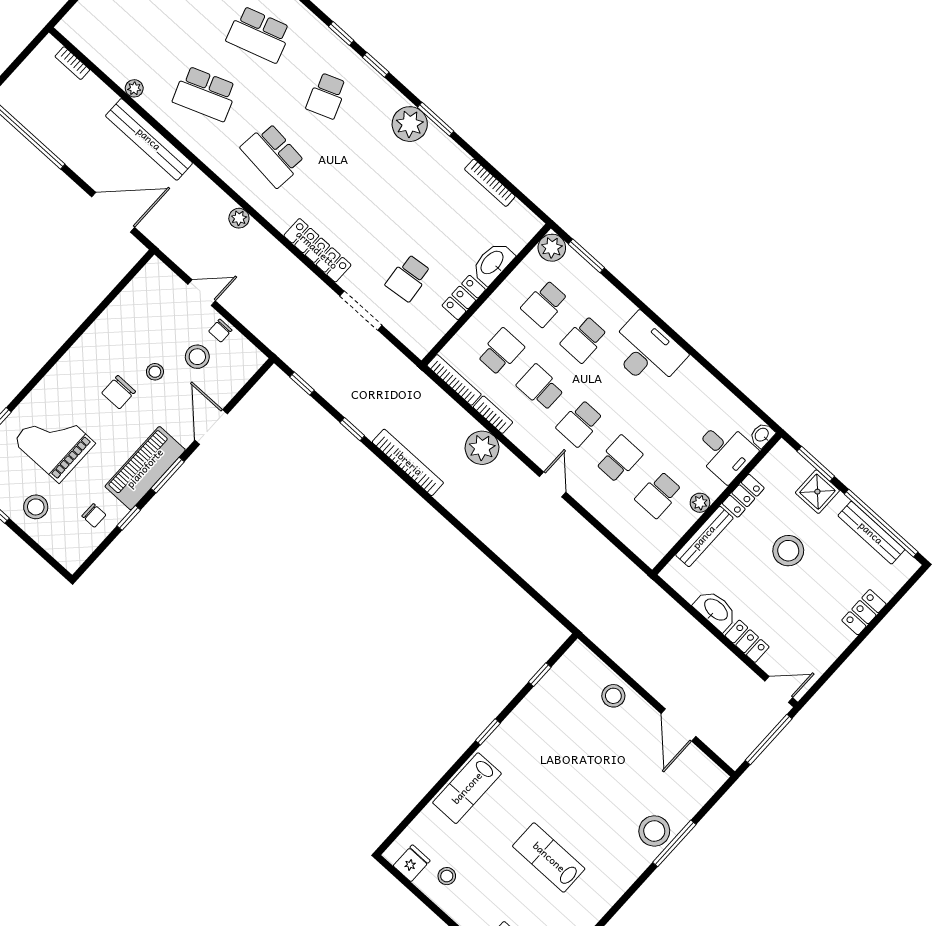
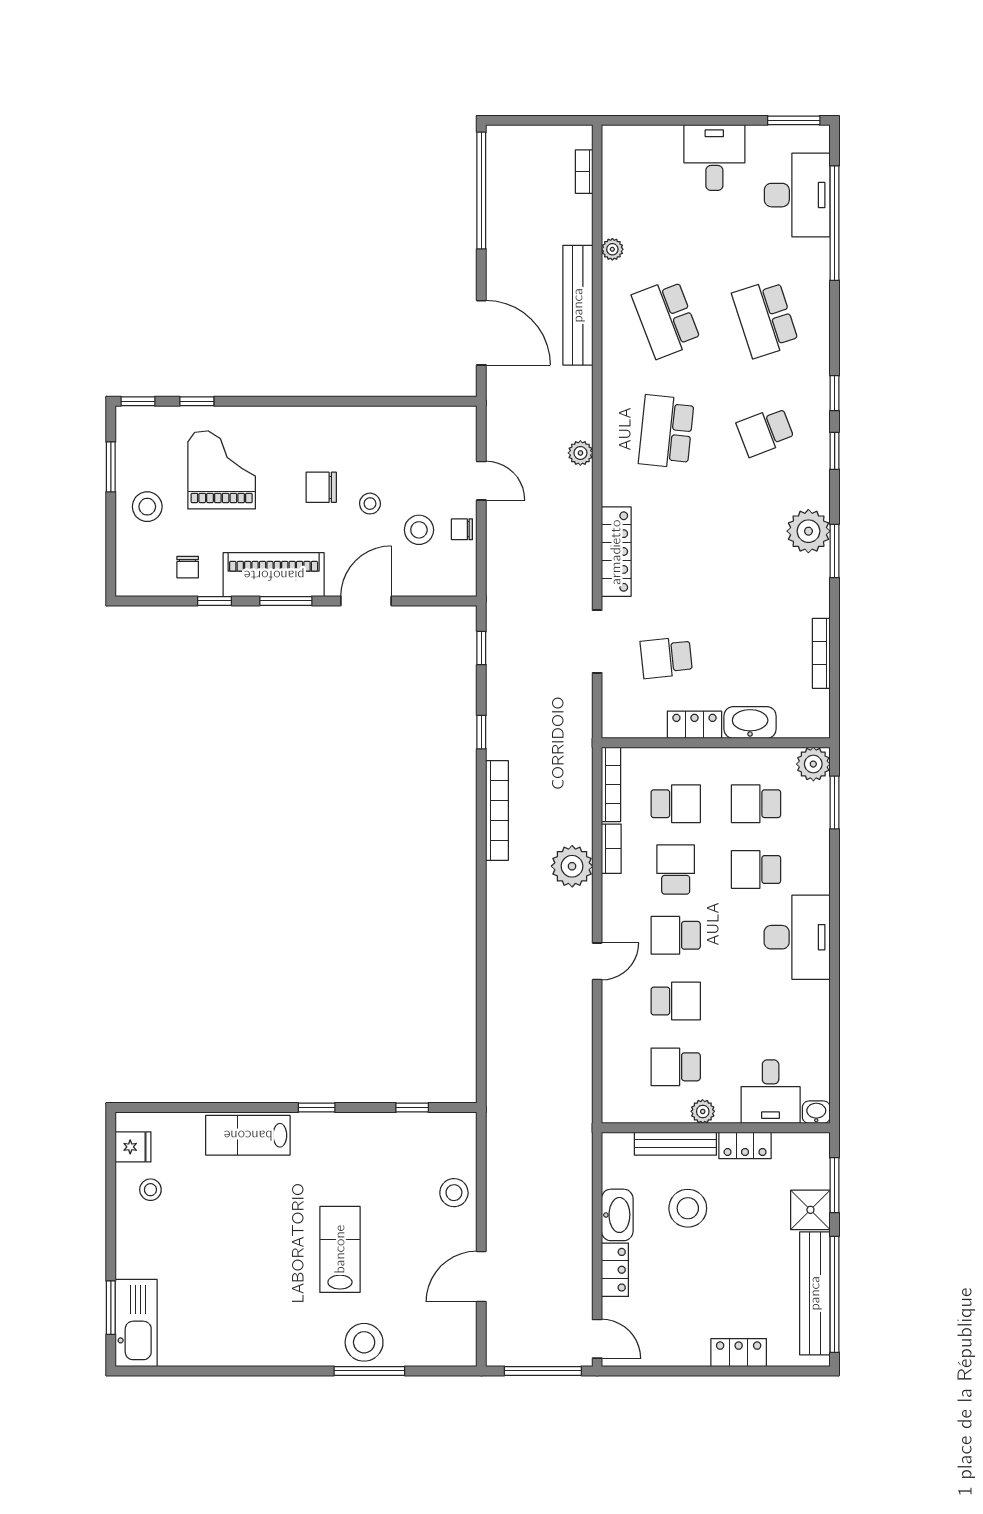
bench: (871, 533) -> (815, 1293), width x1.37, depth x1.21
stool: (788, 551) -> (688, 1208), moved
lab bench: (549, 857) -> (340, 1249), moved

